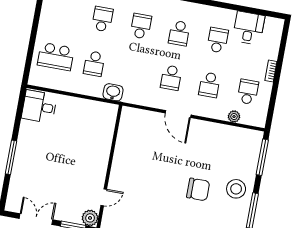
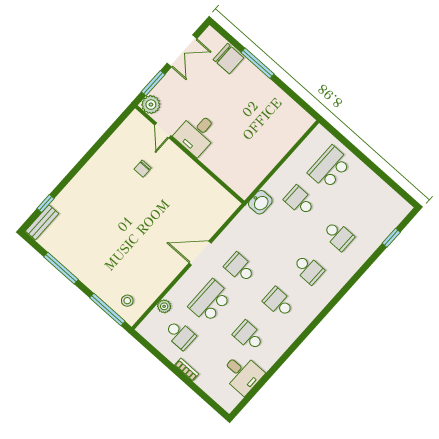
school desk: (218, 40) -> (249, 336), turned 180
school desk: (210, 85) -> (210, 301), width x1.85
desk: (39, 107) -> (197, 134), moved, turned 180
chair: (21, 181) -> (228, 59), added
chair: (198, 189) -> (143, 169), moved, width x0.54, depth x0.54
stool: (236, 189) -> (127, 301), moved, width x0.53, depth x0.53

